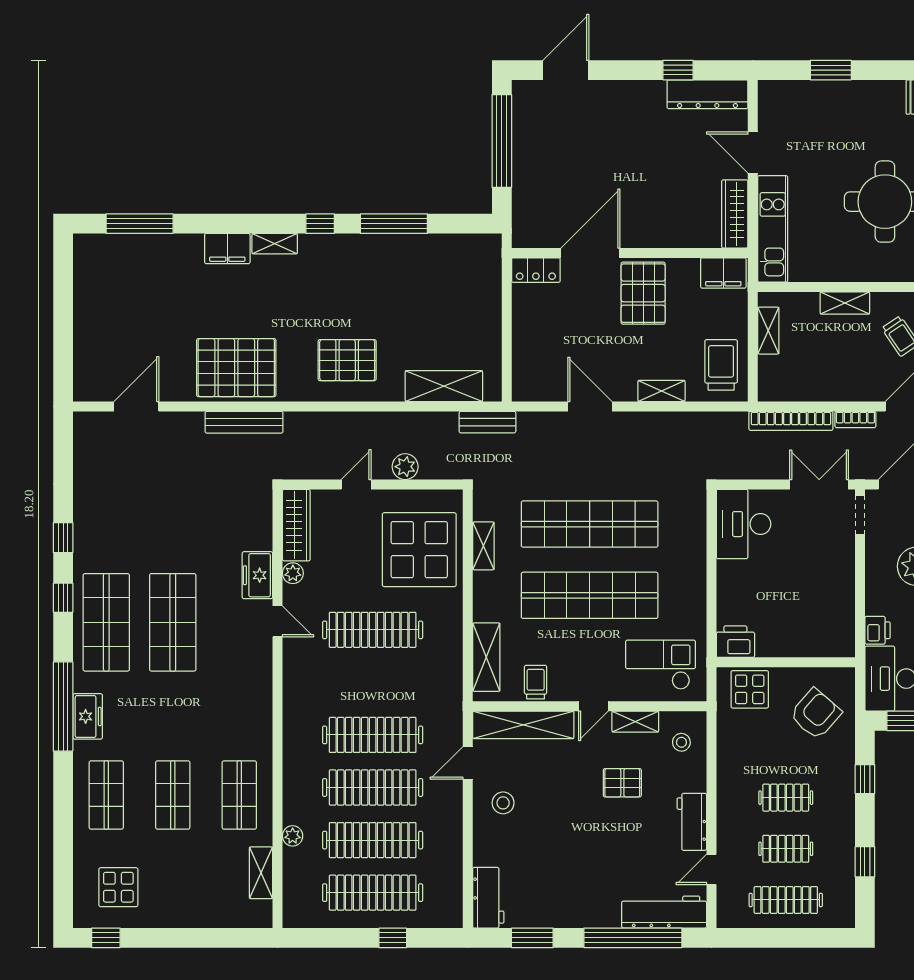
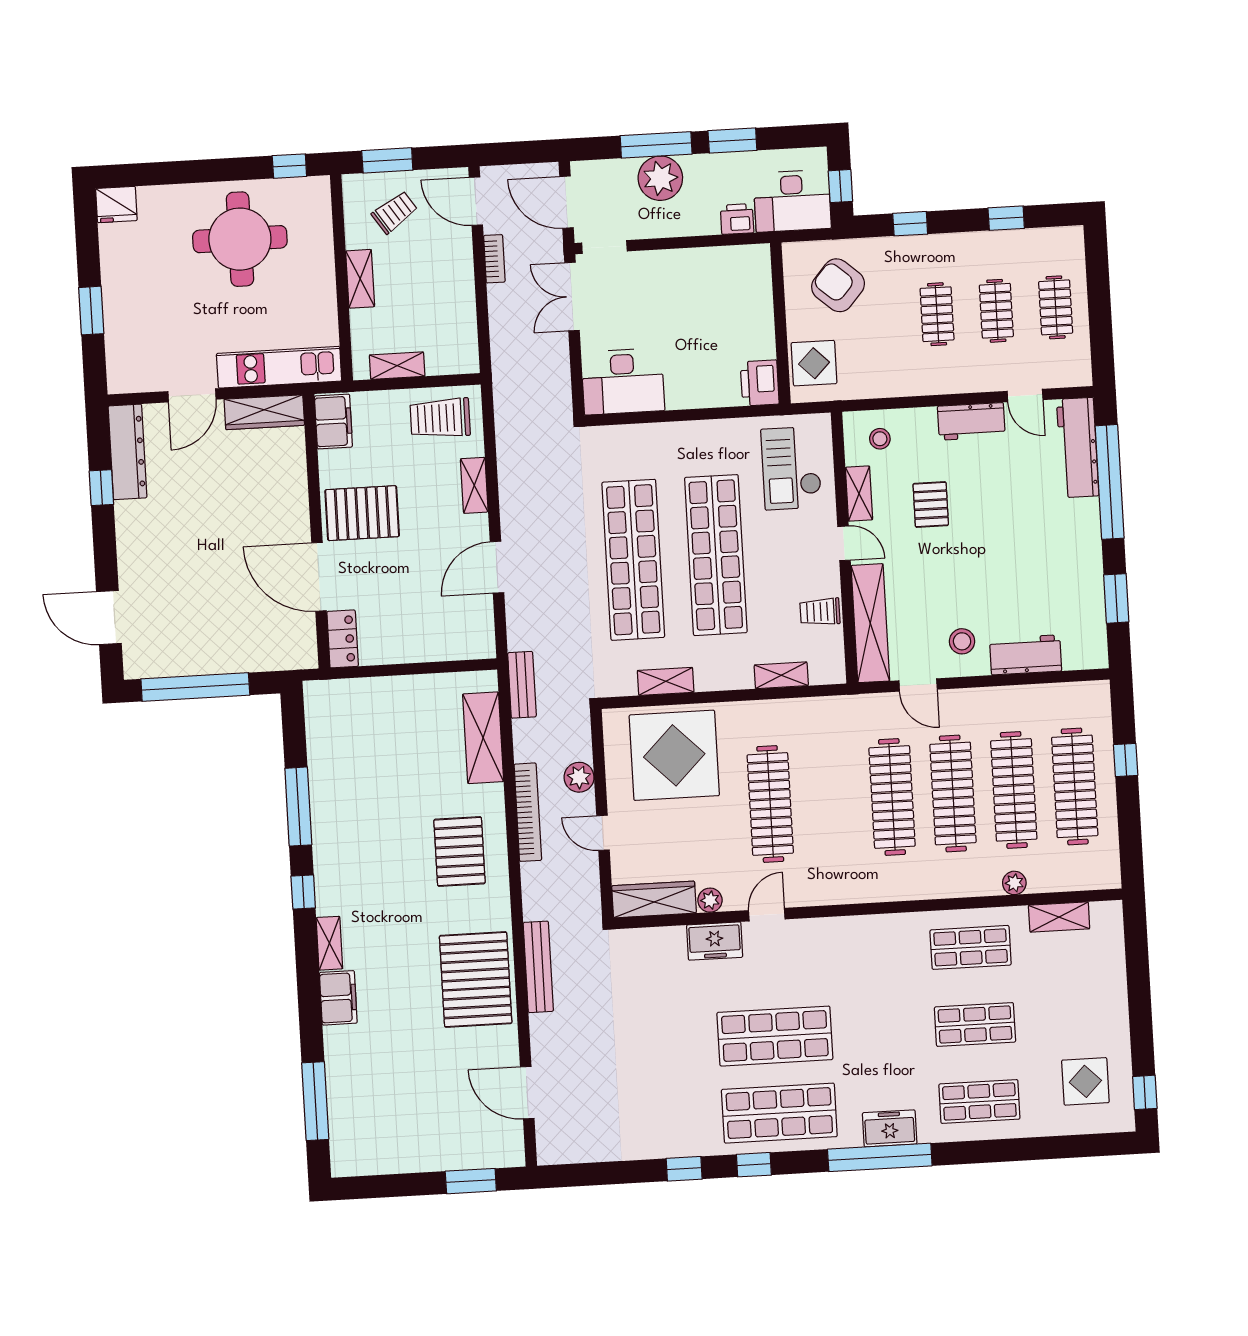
window: (63, 353) -> (471, 1181), added
bookcase: (791, 421) -> (528, 812), moved
shelving: (486, 657) -> (781, 675), width x0.67, depth x0.75
workbench: (488, 898) -> (1026, 655), moved
clothes rail: (786, 900) -> (1056, 307), width x0.73

